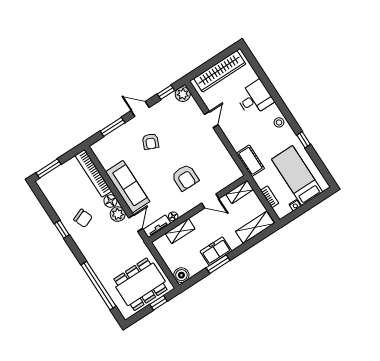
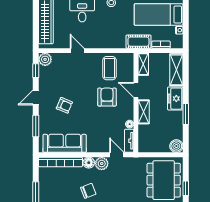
cot: (250, 161) -> (138, 42), moved
coffee table: (215, 162) -> (109, 68), added
armchair: (185, 177) -> (107, 97), turned -90
sofa: (128, 187) -> (65, 143), moved
door: (210, 201) -> (136, 90), swing flipped
shelving: (180, 231) -> (144, 112), moved
freezer: (216, 251) -> (175, 99), moved
window: (159, 303) -> (186, 188), moved

